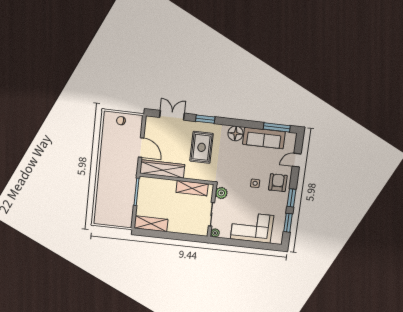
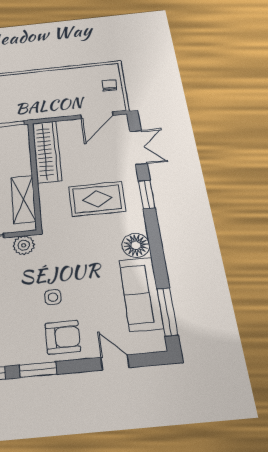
door: (141, 147) -> (97, 115), moved

